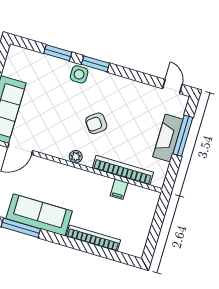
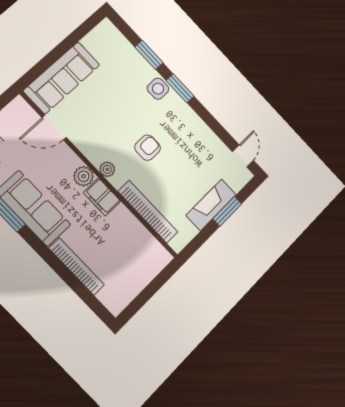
armchair: (96, 123) -> (148, 148), turned 127
window: (183, 136) -> (227, 211), width x0.69
plant: (61, 172) -> (84, 176), added
filing cabinet: (119, 189) -> (102, 197), moved, width x2.00

